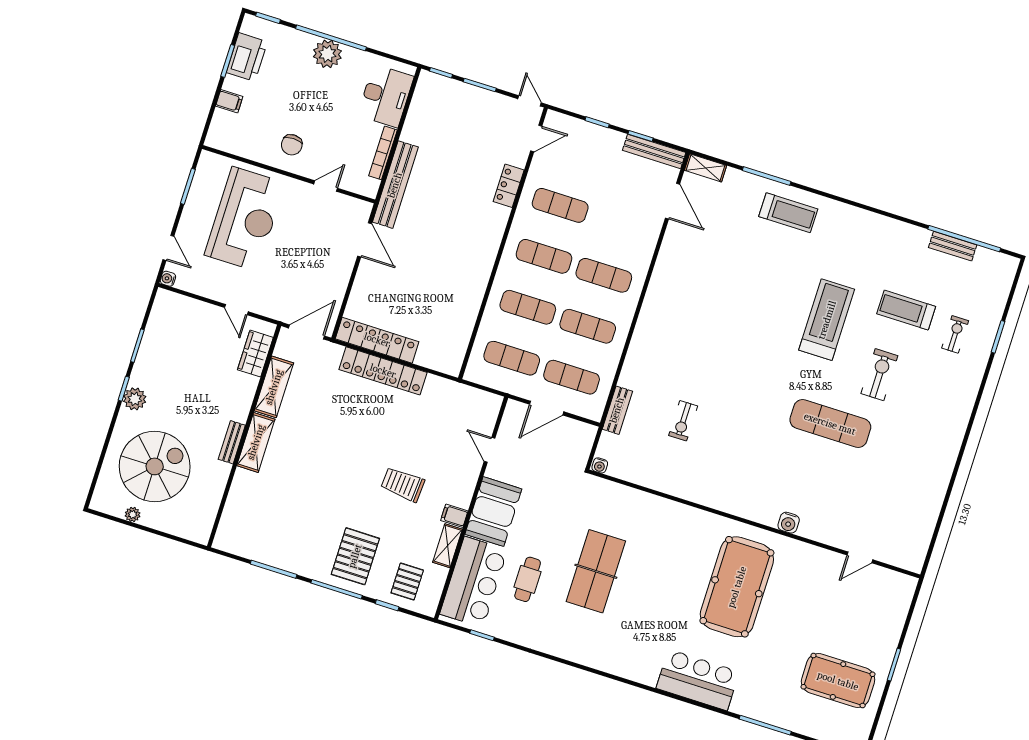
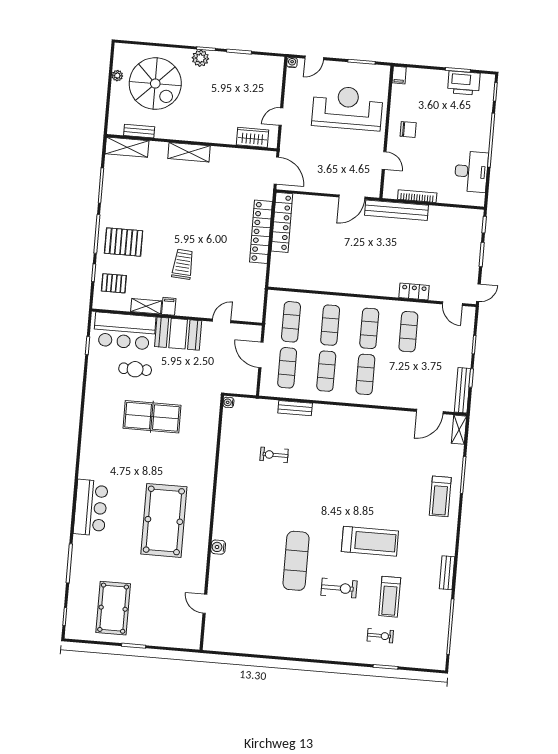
plant: (327, 54) -> (479, 140), removed
desk: (386, 96) -> (471, 172), moved, turned -90
filing cabinet: (229, 101) -> (399, 75), moved
chair: (292, 145) -> (408, 129), turned 180
reception desk: (245, 219) -> (347, 108), turned 180
bench: (953, 246) -> (447, 573), moved
treadmill: (906, 310) -> (390, 597), turned 180
shelving: (274, 387) -> (127, 147), moved
bench: (617, 410) -> (295, 408), moved
bench: (232, 442) -> (139, 131), moved
pool table: (737, 587) -> (164, 520), turned 90

